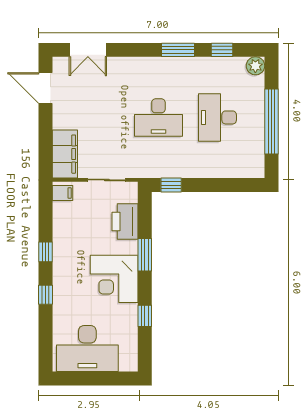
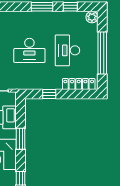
locker: (235, 170) -> (79, 84), added
window: (171, 185) -> (49, 94), moved

